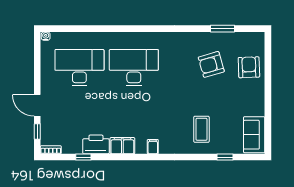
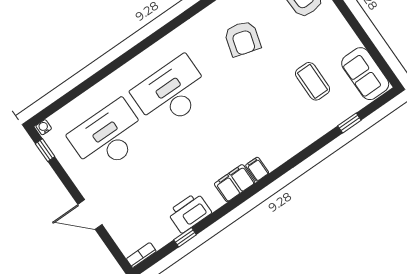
armchair: (211, 64) -> (242, 39), moved, turned -58
coffee table: (201, 129) -> (313, 81), moved
window: (37, 131) -> (45, 150), moved
filing cabinet: (122, 146) -> (235, 183), moved

